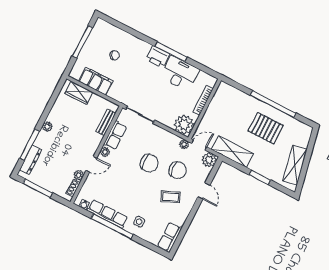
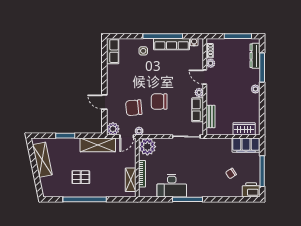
printer: (158, 57) -> (251, 190), moved
filing cabinet: (96, 81) -> (246, 145), moved
shelving: (217, 100) -> (131, 180), added
pallet: (266, 128) -> (81, 177), width x0.67, depth x0.71
door: (91, 164) -> (205, 77), hinge flipped
coffee table: (171, 197) -> (128, 84), removed

